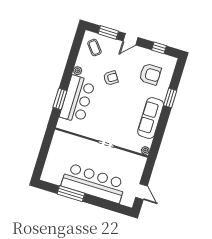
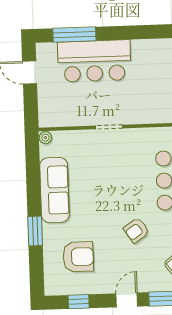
armchair: (150, 74) -> (78, 257), turned 180
bar counter: (94, 183) -> (94, 61), width x0.73
window: (71, 194) -> (74, 34), moved

